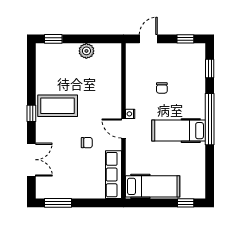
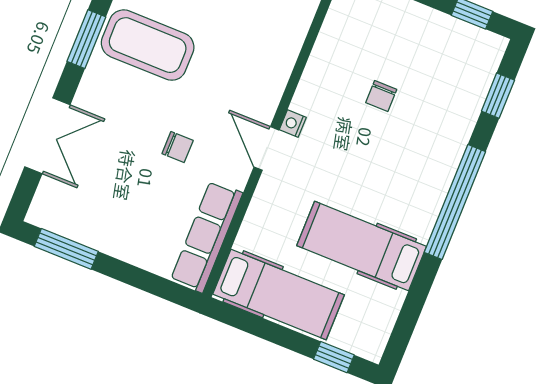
window: (31, 113) -> (86, 39), width x1.50
hospital bed: (179, 131) -> (362, 246), moved

